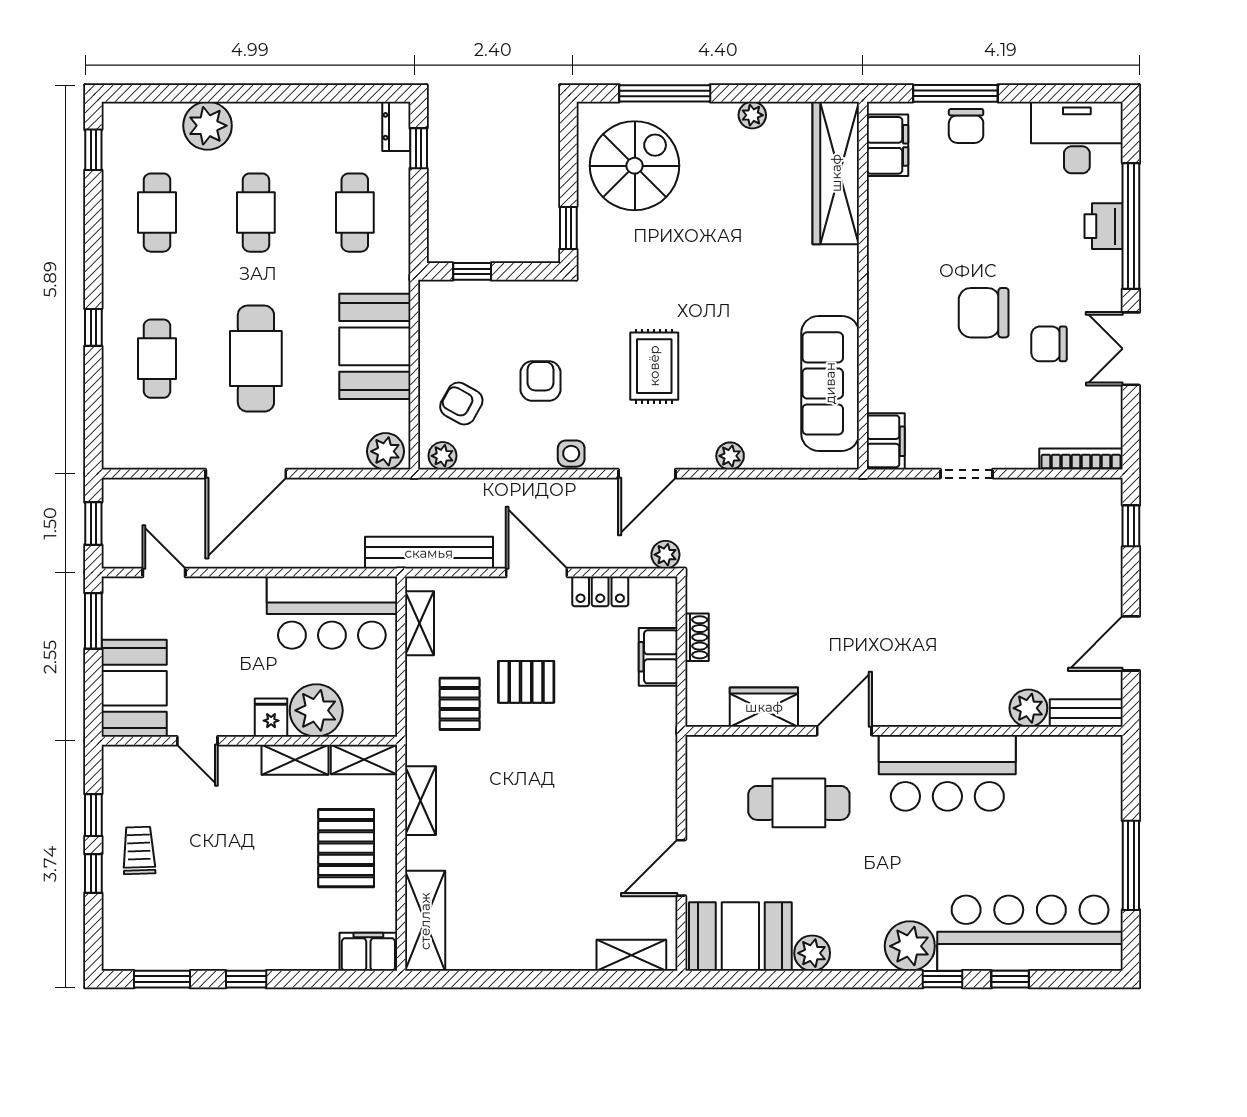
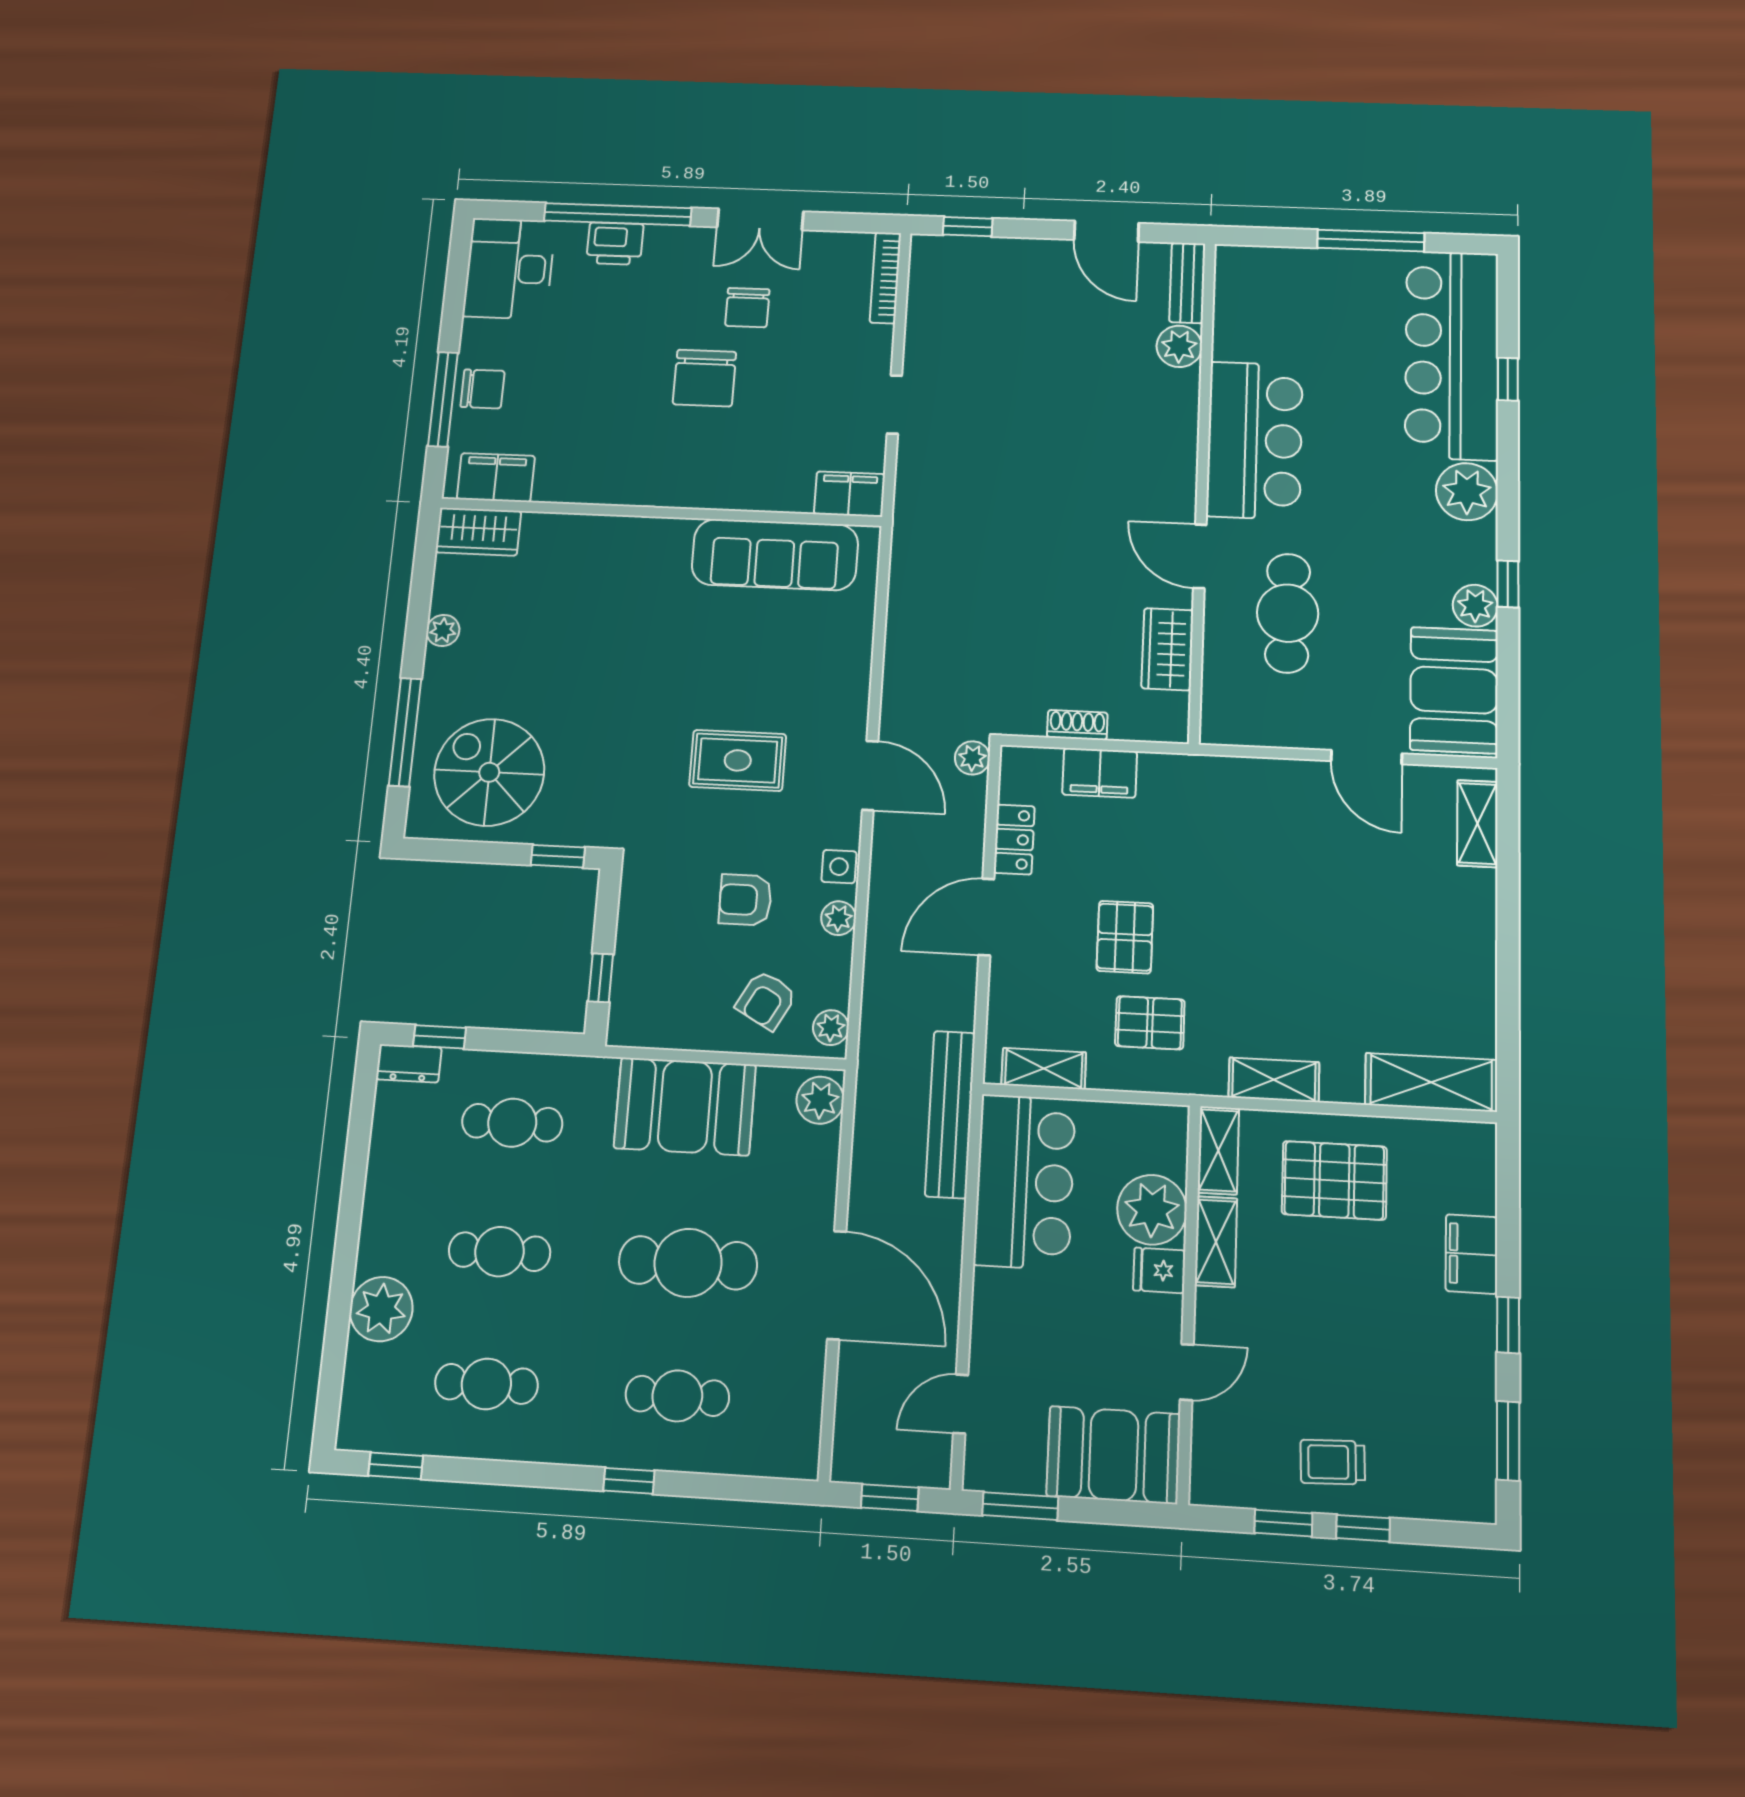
wardrobe: (836, 173) -> (478, 532), width x0.48, depth x0.85
plant: (730, 456) -> (838, 918), moved
bench: (429, 553) -> (950, 1114), moved
filing cabinet: (368, 952) -> (1471, 1254), moved
window: (942, 979) -> (1508, 584), moved

